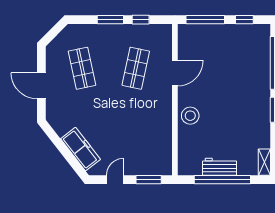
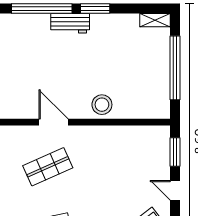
shop shelf: (136, 68) -> (48, 167), turned -36
workbench: (220, 167) -> (70, 23), moved, turned -90

